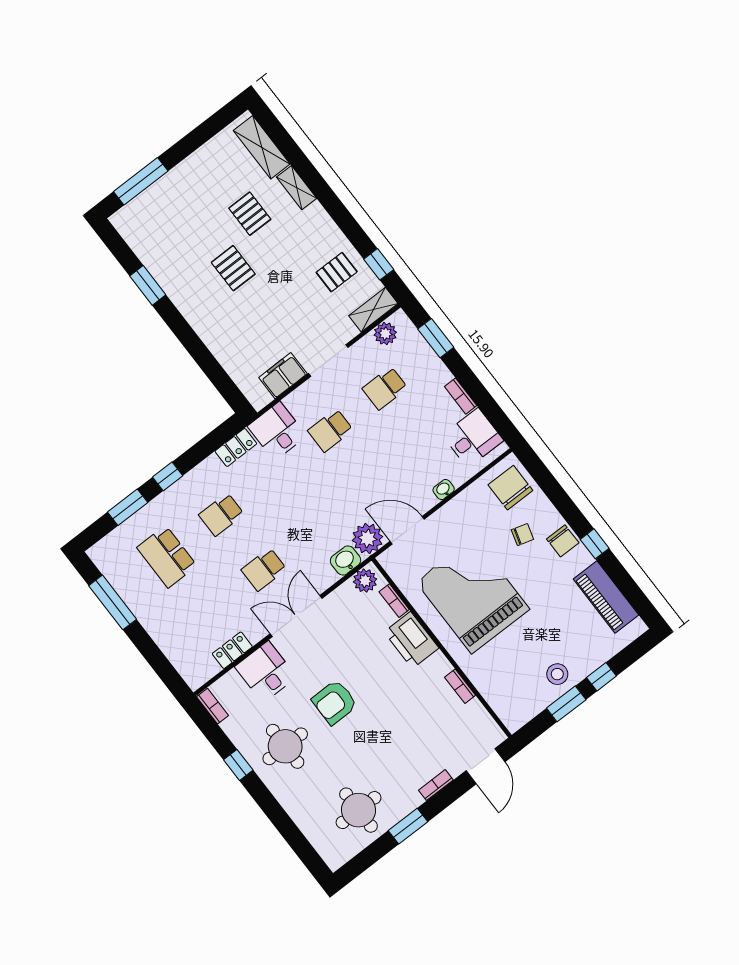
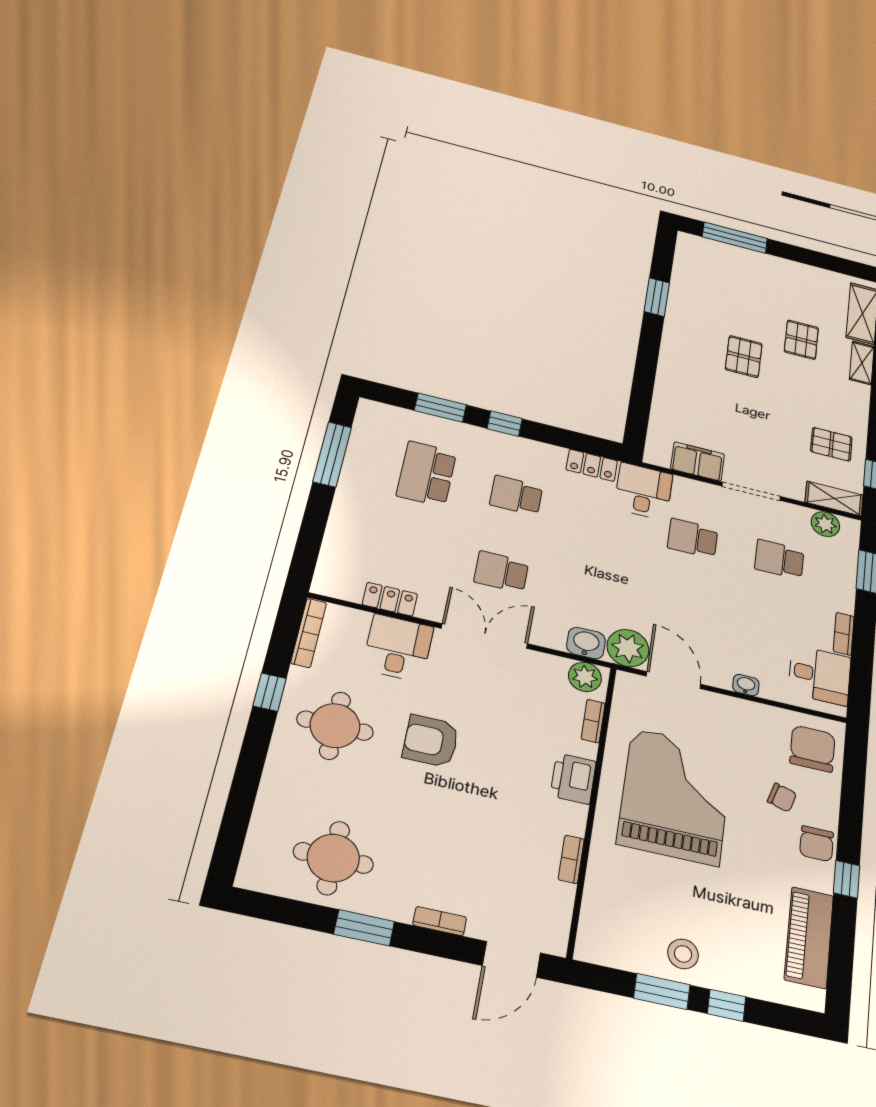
printer: (411, 640) -> (573, 779), width x0.73, depth x0.84
bookcase: (213, 706) -> (309, 633), width x1.56

